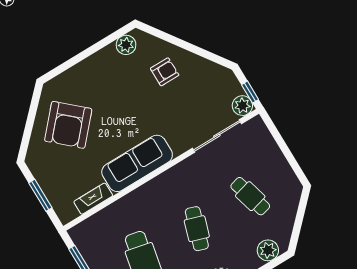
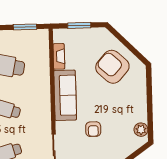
armchair: (165, 72) -> (93, 129), moved

